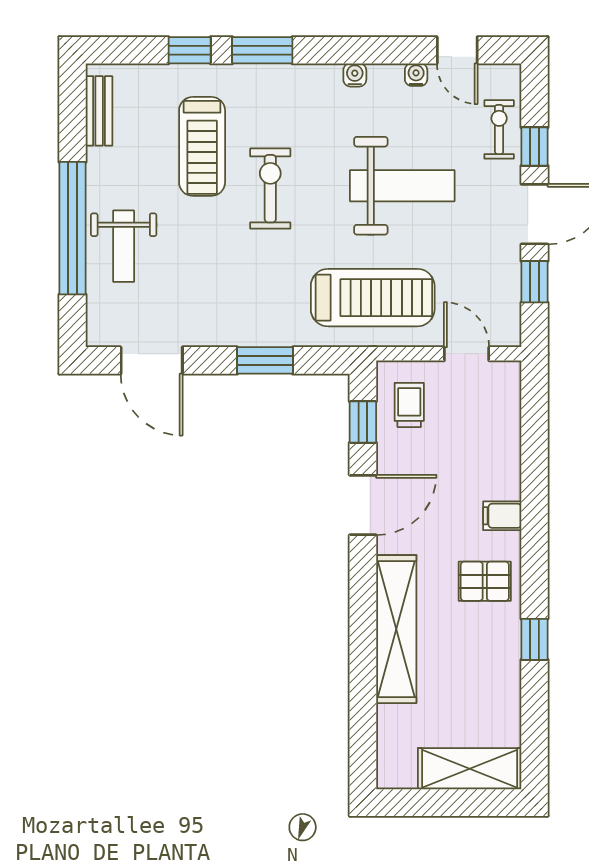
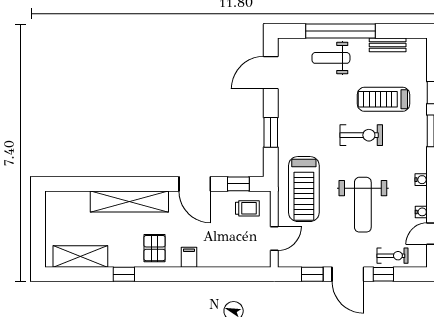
bench: (99, 111) -> (388, 45), moved
shelving: (470, 769) -> (80, 256), moved, turned 90

